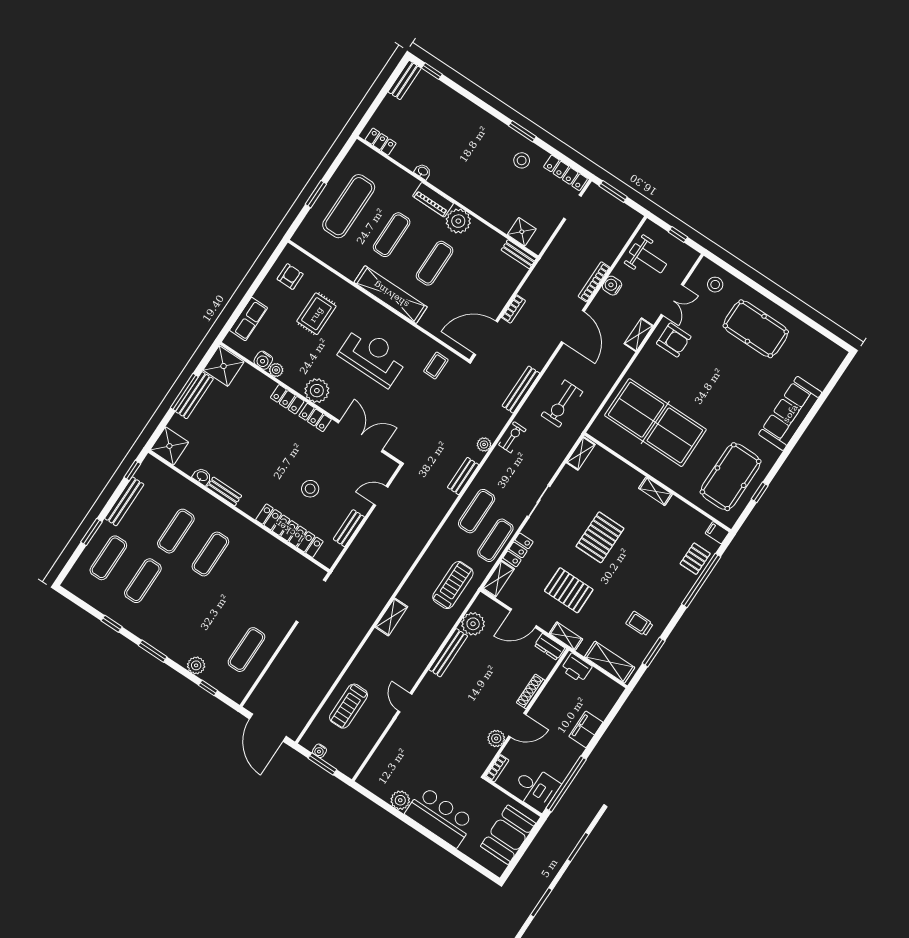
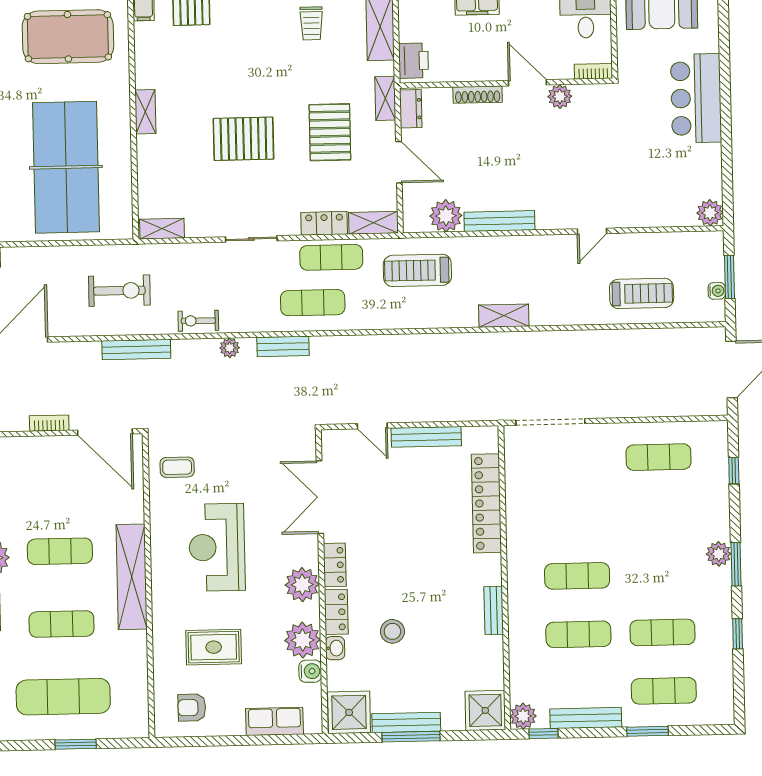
plant: (276, 370) -> (303, 640), width x1.87, depth x1.87
plant: (151, 466) -> (523, 716), added
washbasin: (202, 476) -> (335, 648), moved, turned 180
stool: (310, 489) -> (392, 631), moved
bench: (349, 528) -> (426, 437), width x1.36
plant: (196, 665) -> (719, 554), moved
plant: (400, 800) -> (710, 213), moved

